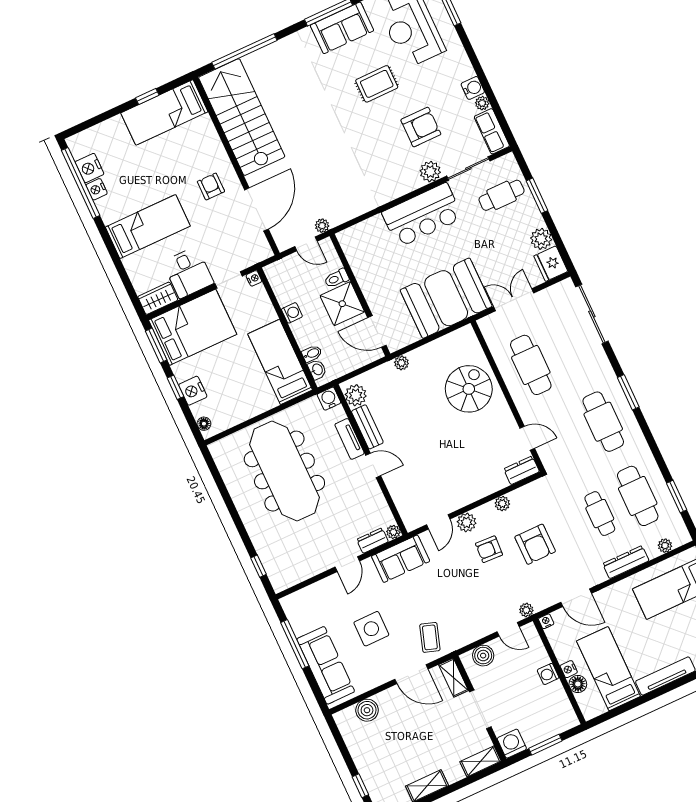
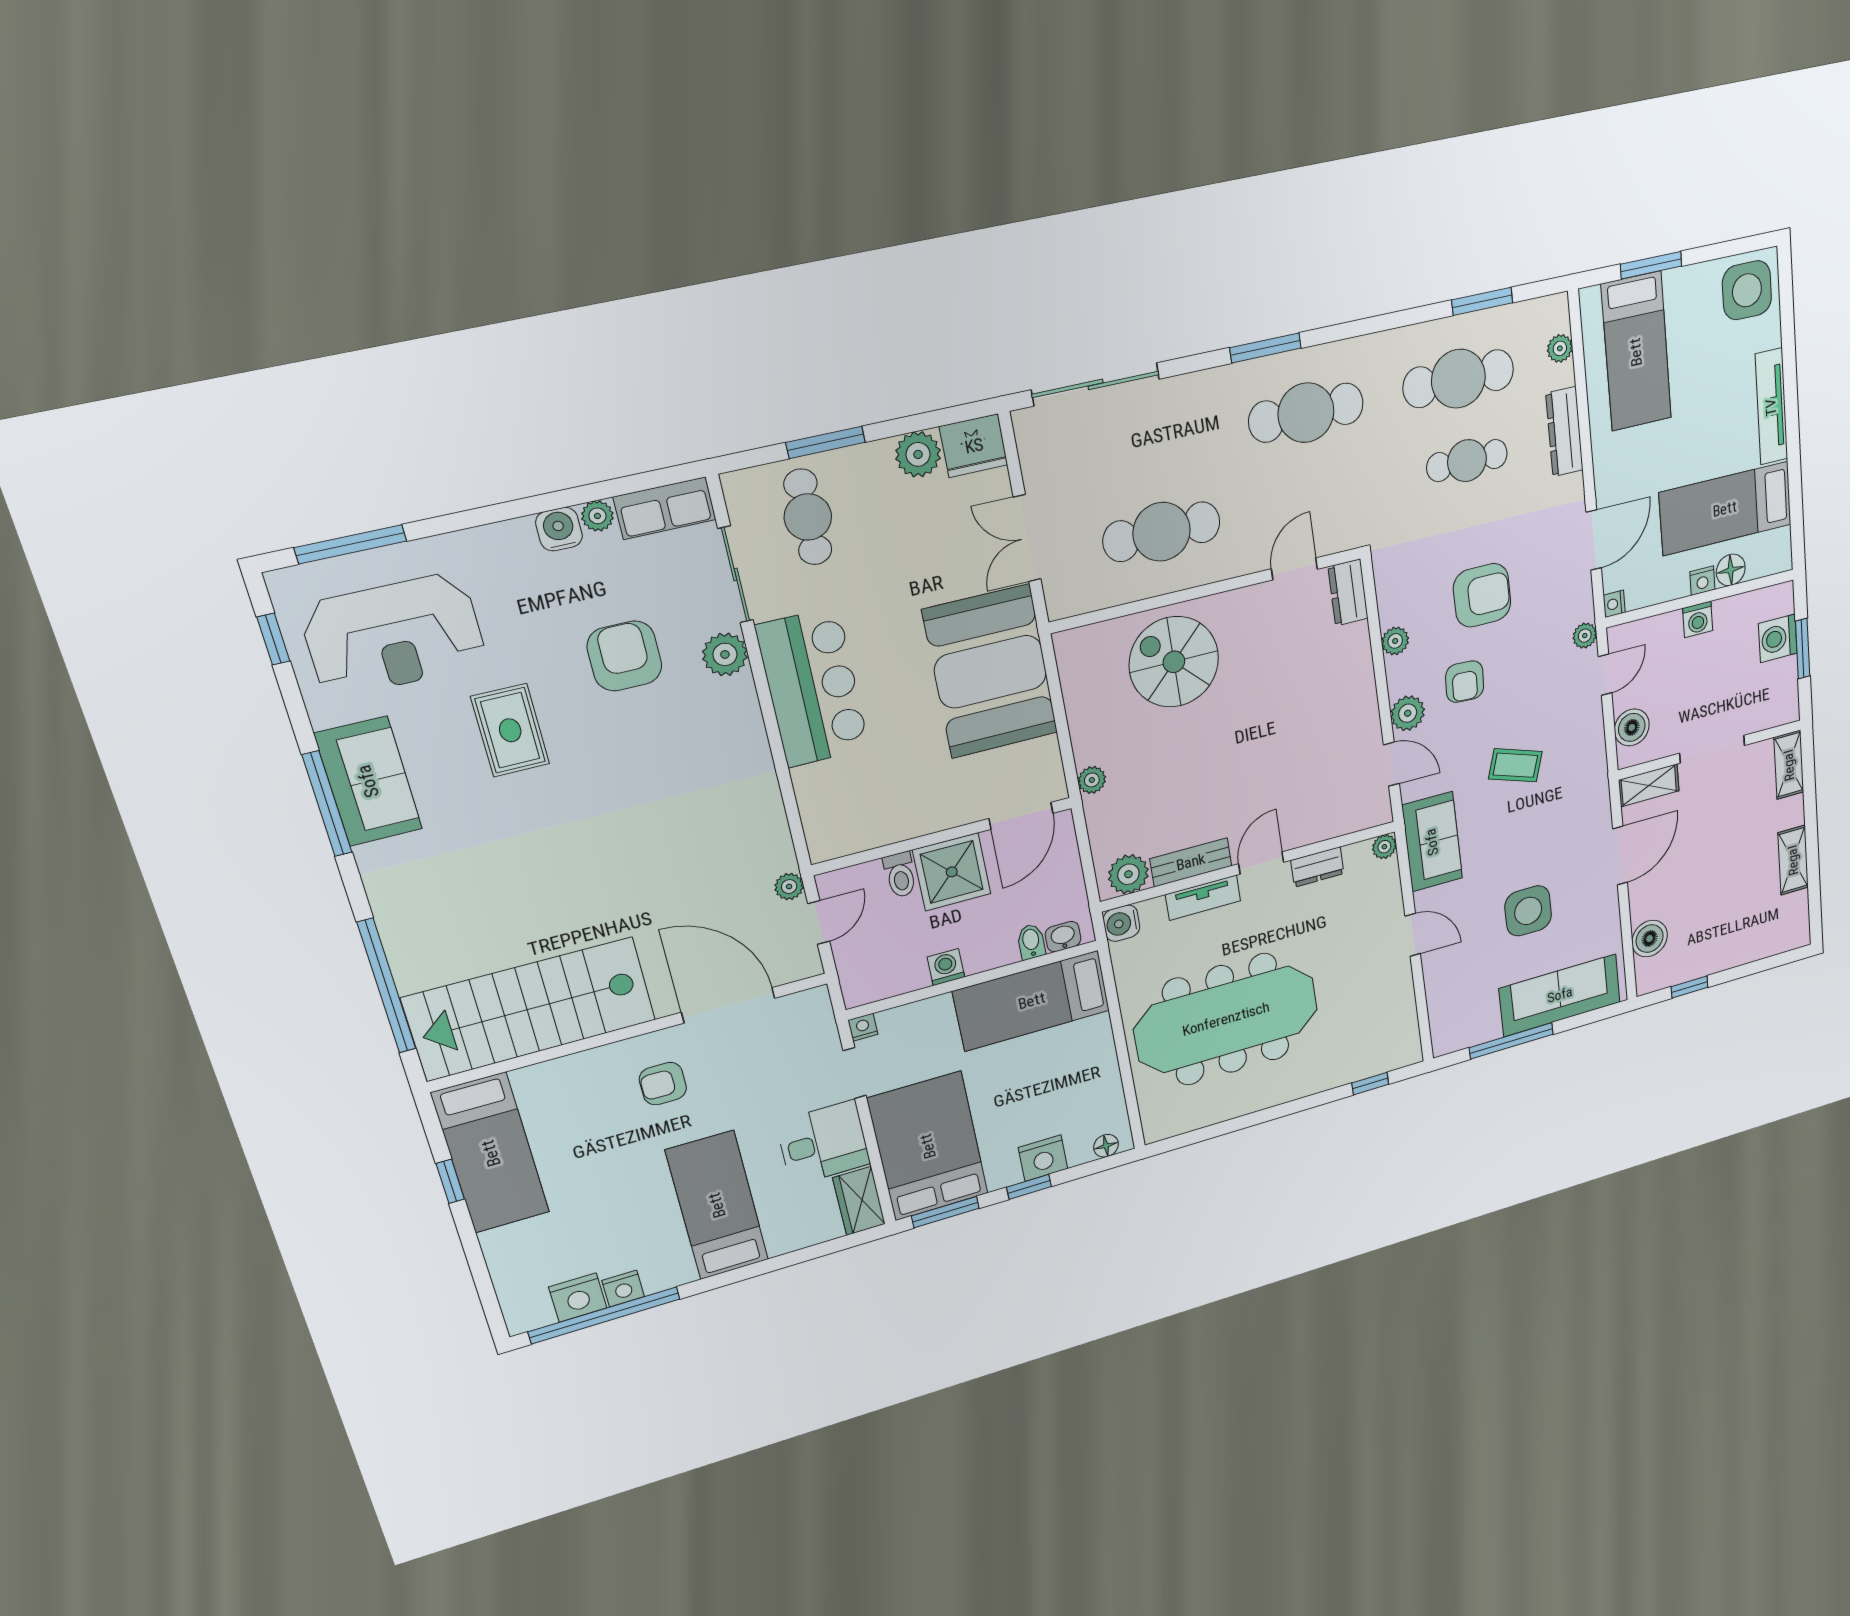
dresser: (372, 541) -> (1317, 867), moved, turned -90
coffee table: (430, 637) -> (1515, 765), moved
washing machine: (512, 744) -> (1778, 638), moved
window: (360, 786) -> (1689, 987), moved

